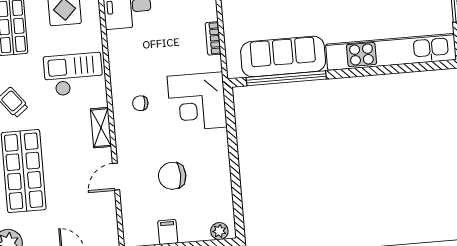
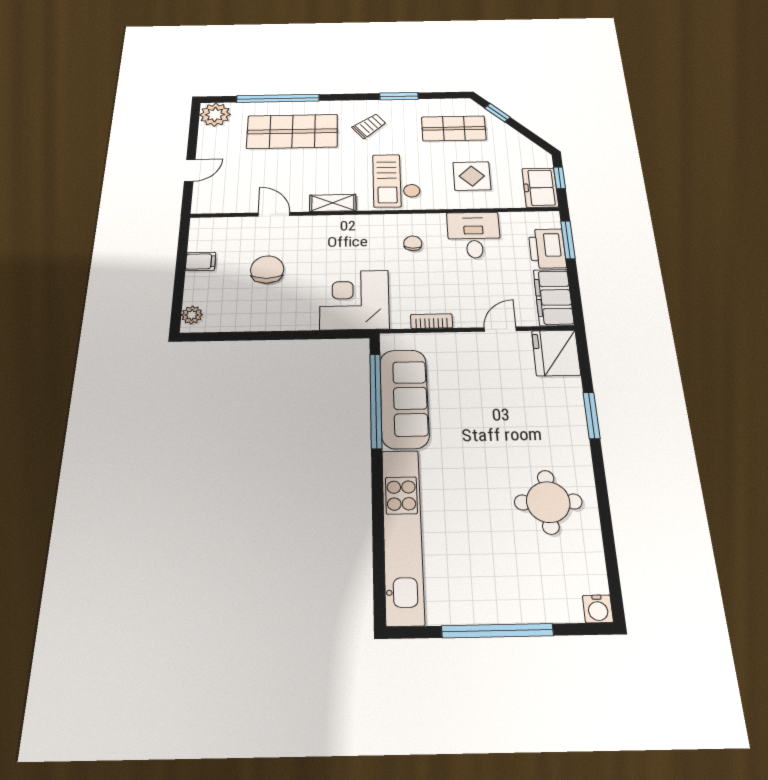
checkout: (73, 74) -> (396, 180), turned 180
chair: (140, 103) -> (413, 243), moved

